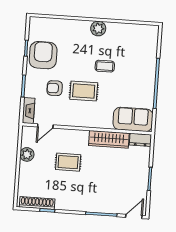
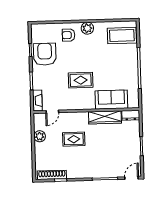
coffee table: (105, 66) -> (122, 36), moved, width x1.86, depth x1.72
armchair: (55, 88) -> (69, 35), moved
sofa: (133, 119) -> (111, 100), moved

